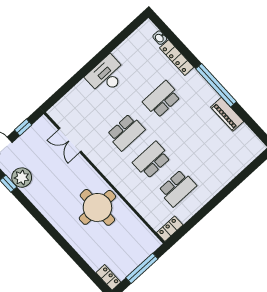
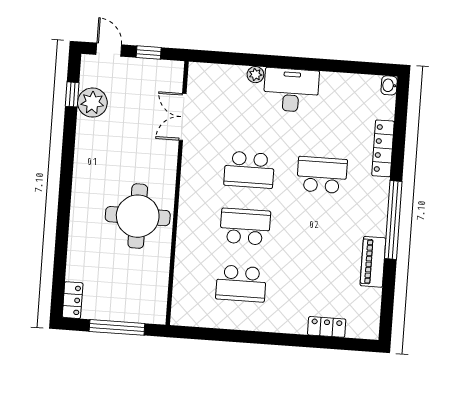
washbasin: (160, 38) -> (389, 85), moved
plant: (83, 86) -> (255, 75), added
locker: (170, 229) -> (327, 327), moved

